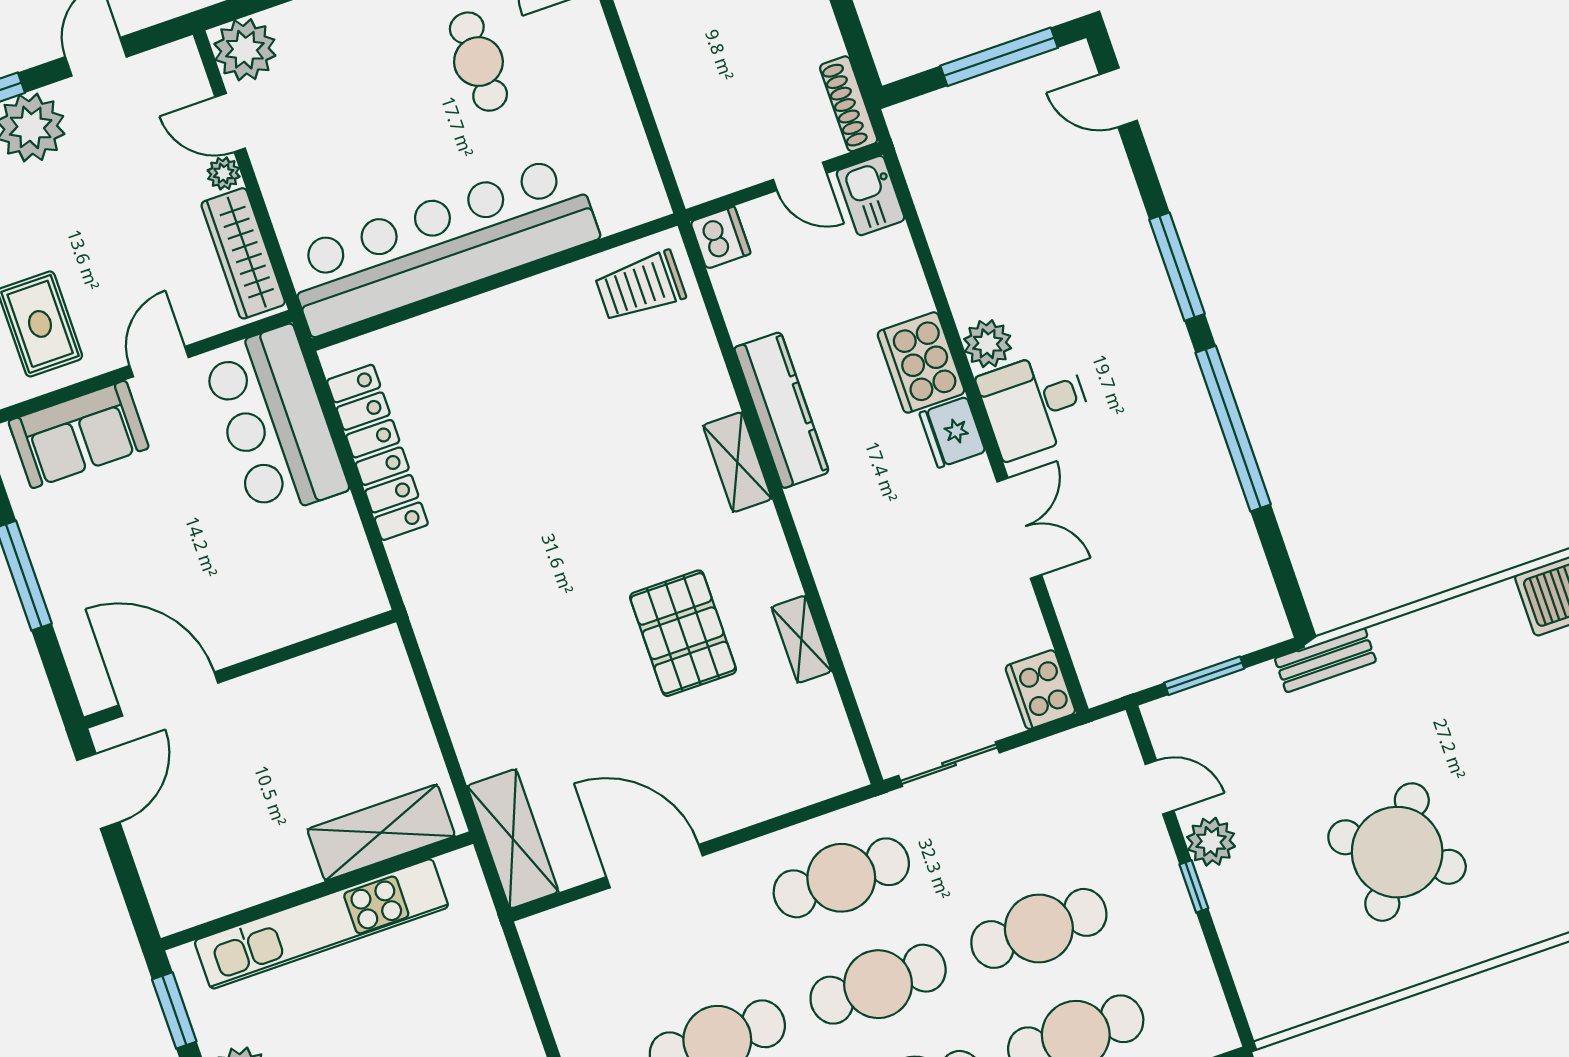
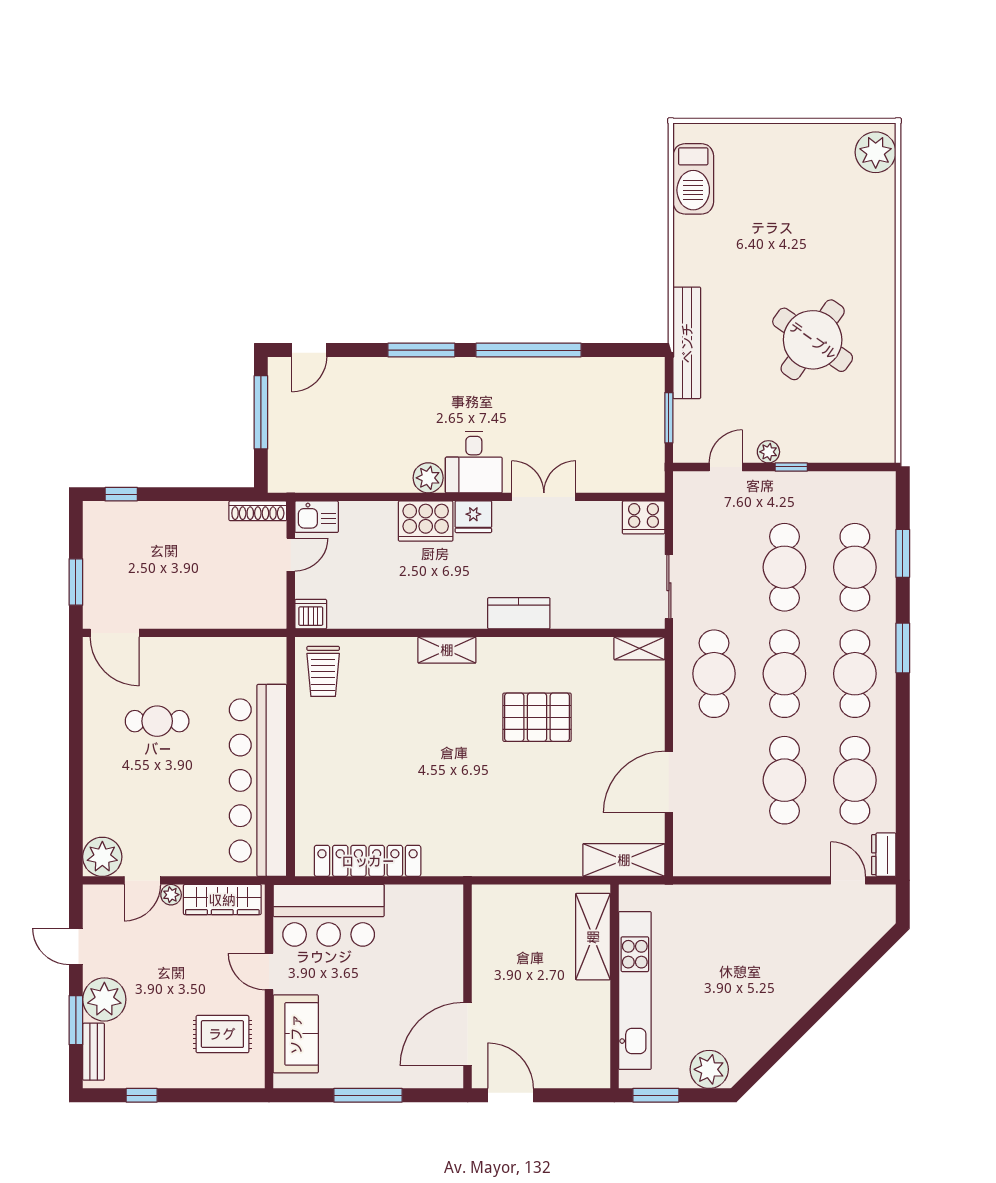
kitchen counter: (782, 410) -> (519, 613), moved, width x0.67
shelving: (801, 639) -> (639, 648), moved
bench: (1325, 660) -> (687, 343), width x1.86, depth x1.21
plant: (1211, 842) -> (768, 452), width x0.73, depth x0.73

